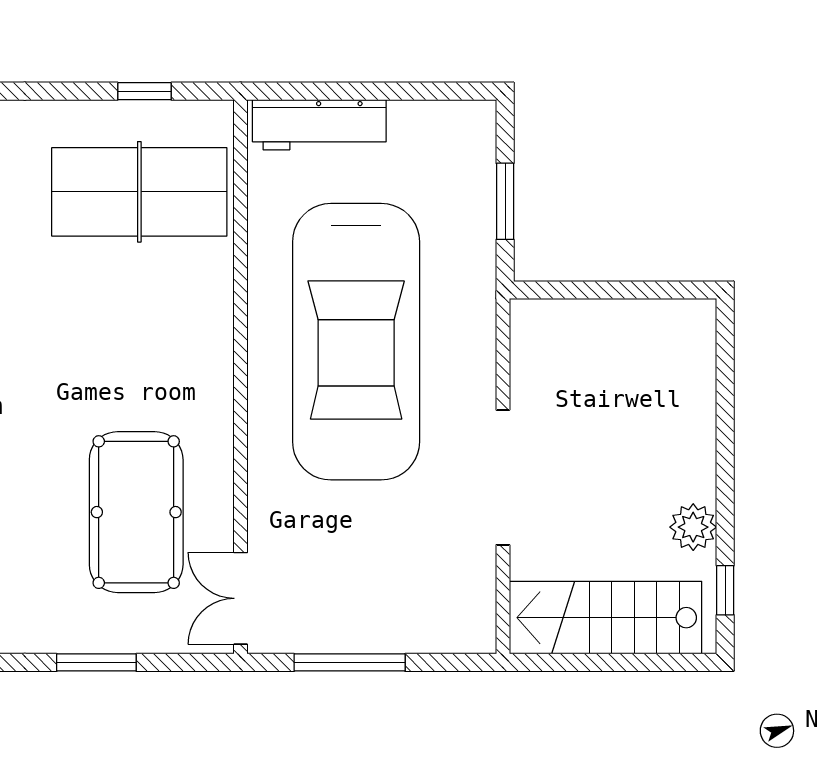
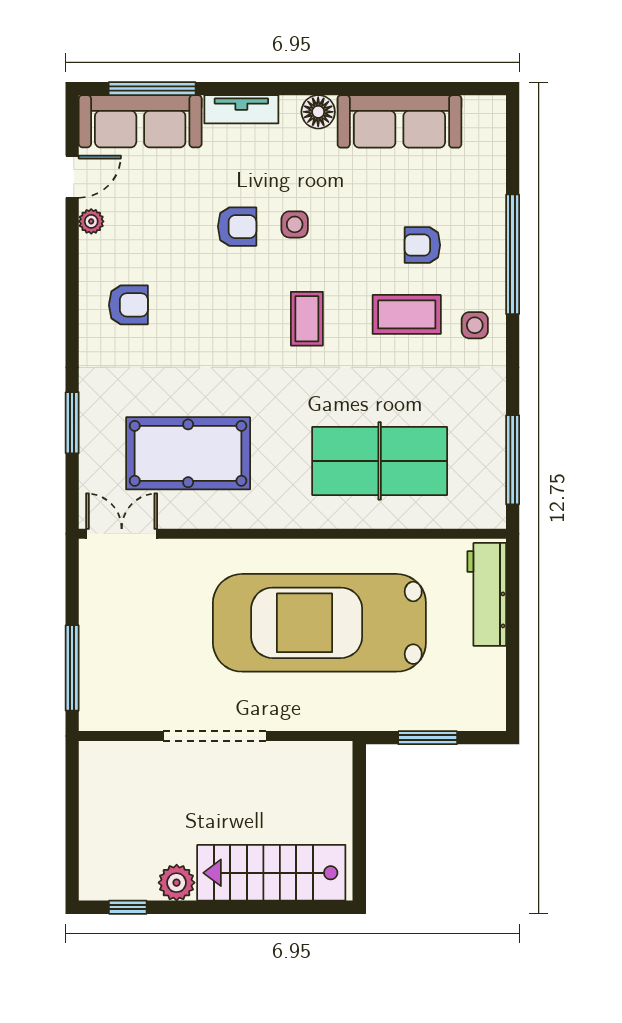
window: (145, 91) -> (513, 460), width x2.17
table tennis table: (139, 192) -> (380, 461), moved, turned 90
stairs: (605, 618) -> (271, 873), moved, turned -90
window: (350, 662) -> (72, 668), moved

